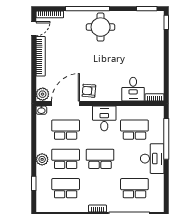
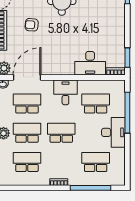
window: (166, 84) -> (127, 58), added
desk: (133, 89) -> (90, 63), width x1.37
armchair: (89, 91) -> (32, 25), moved

